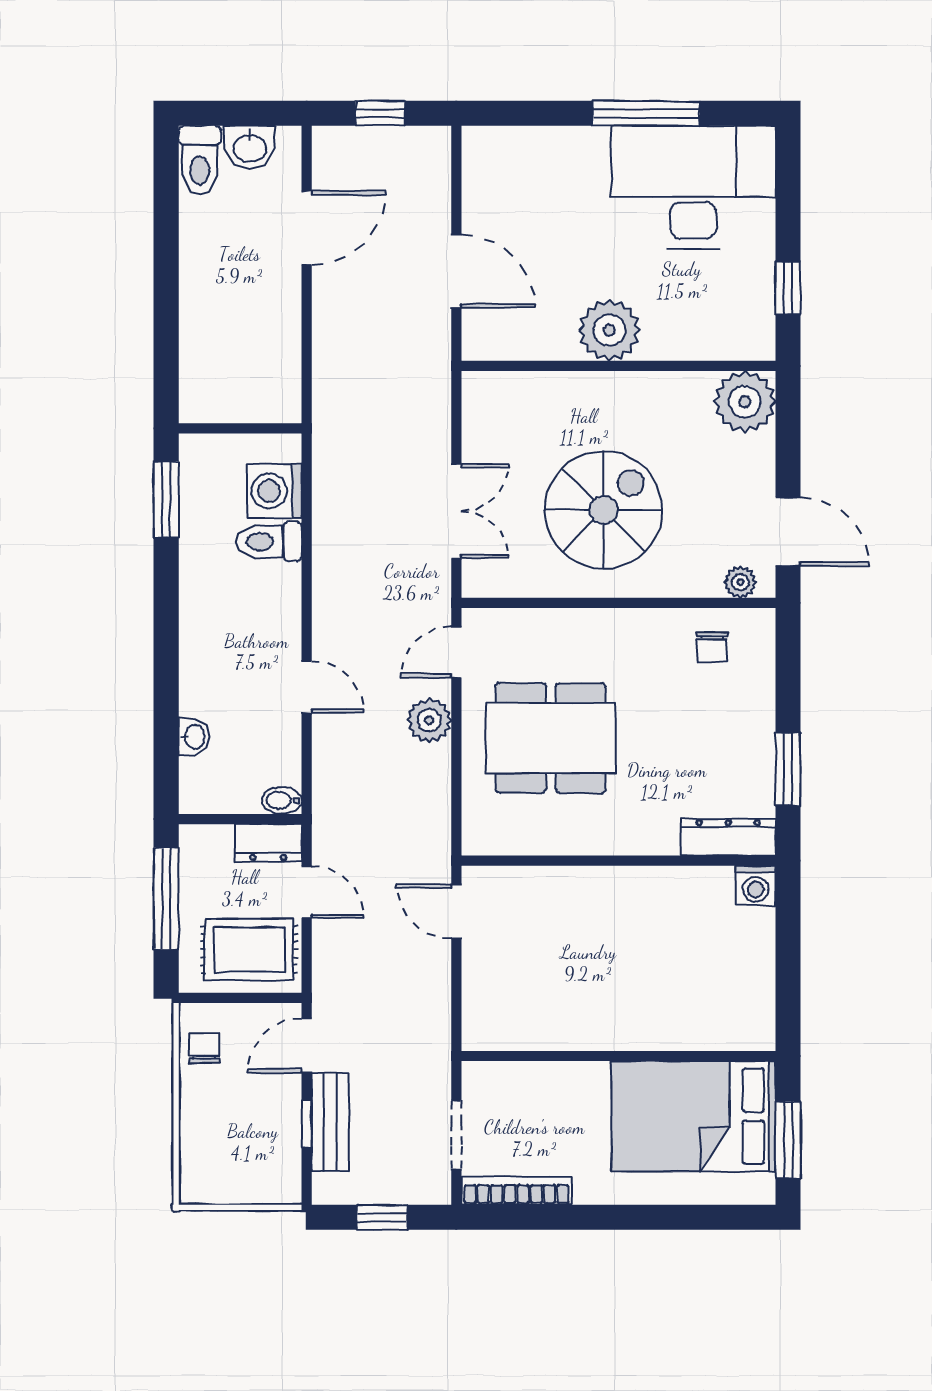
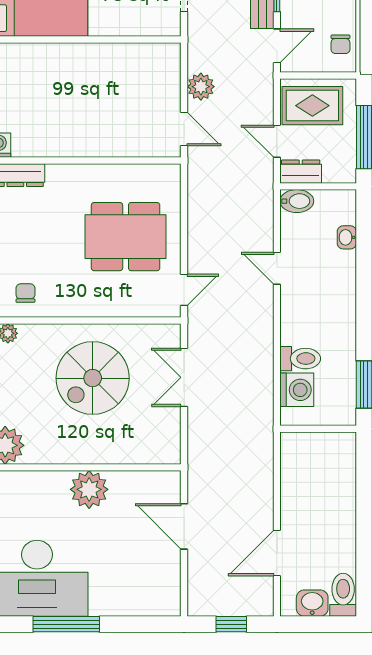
plant: (429, 720) -> (201, 87), moved
bidet: (282, 801) -> (297, 201), width x1.38, depth x1.36

